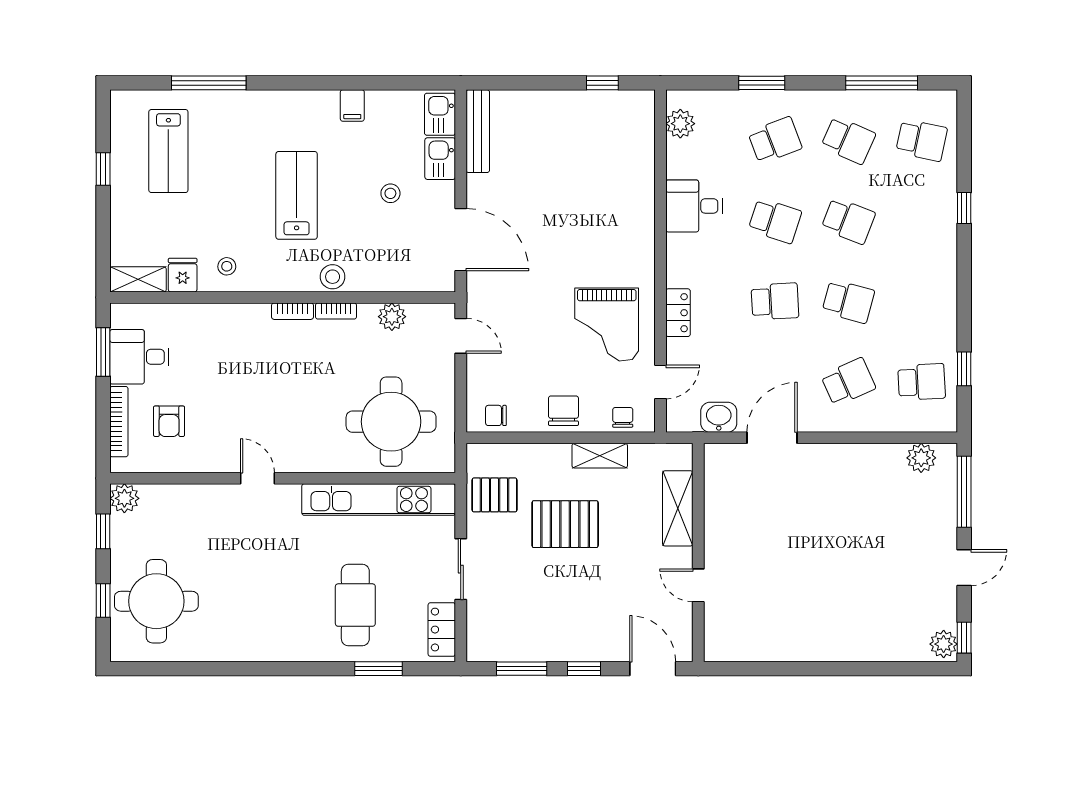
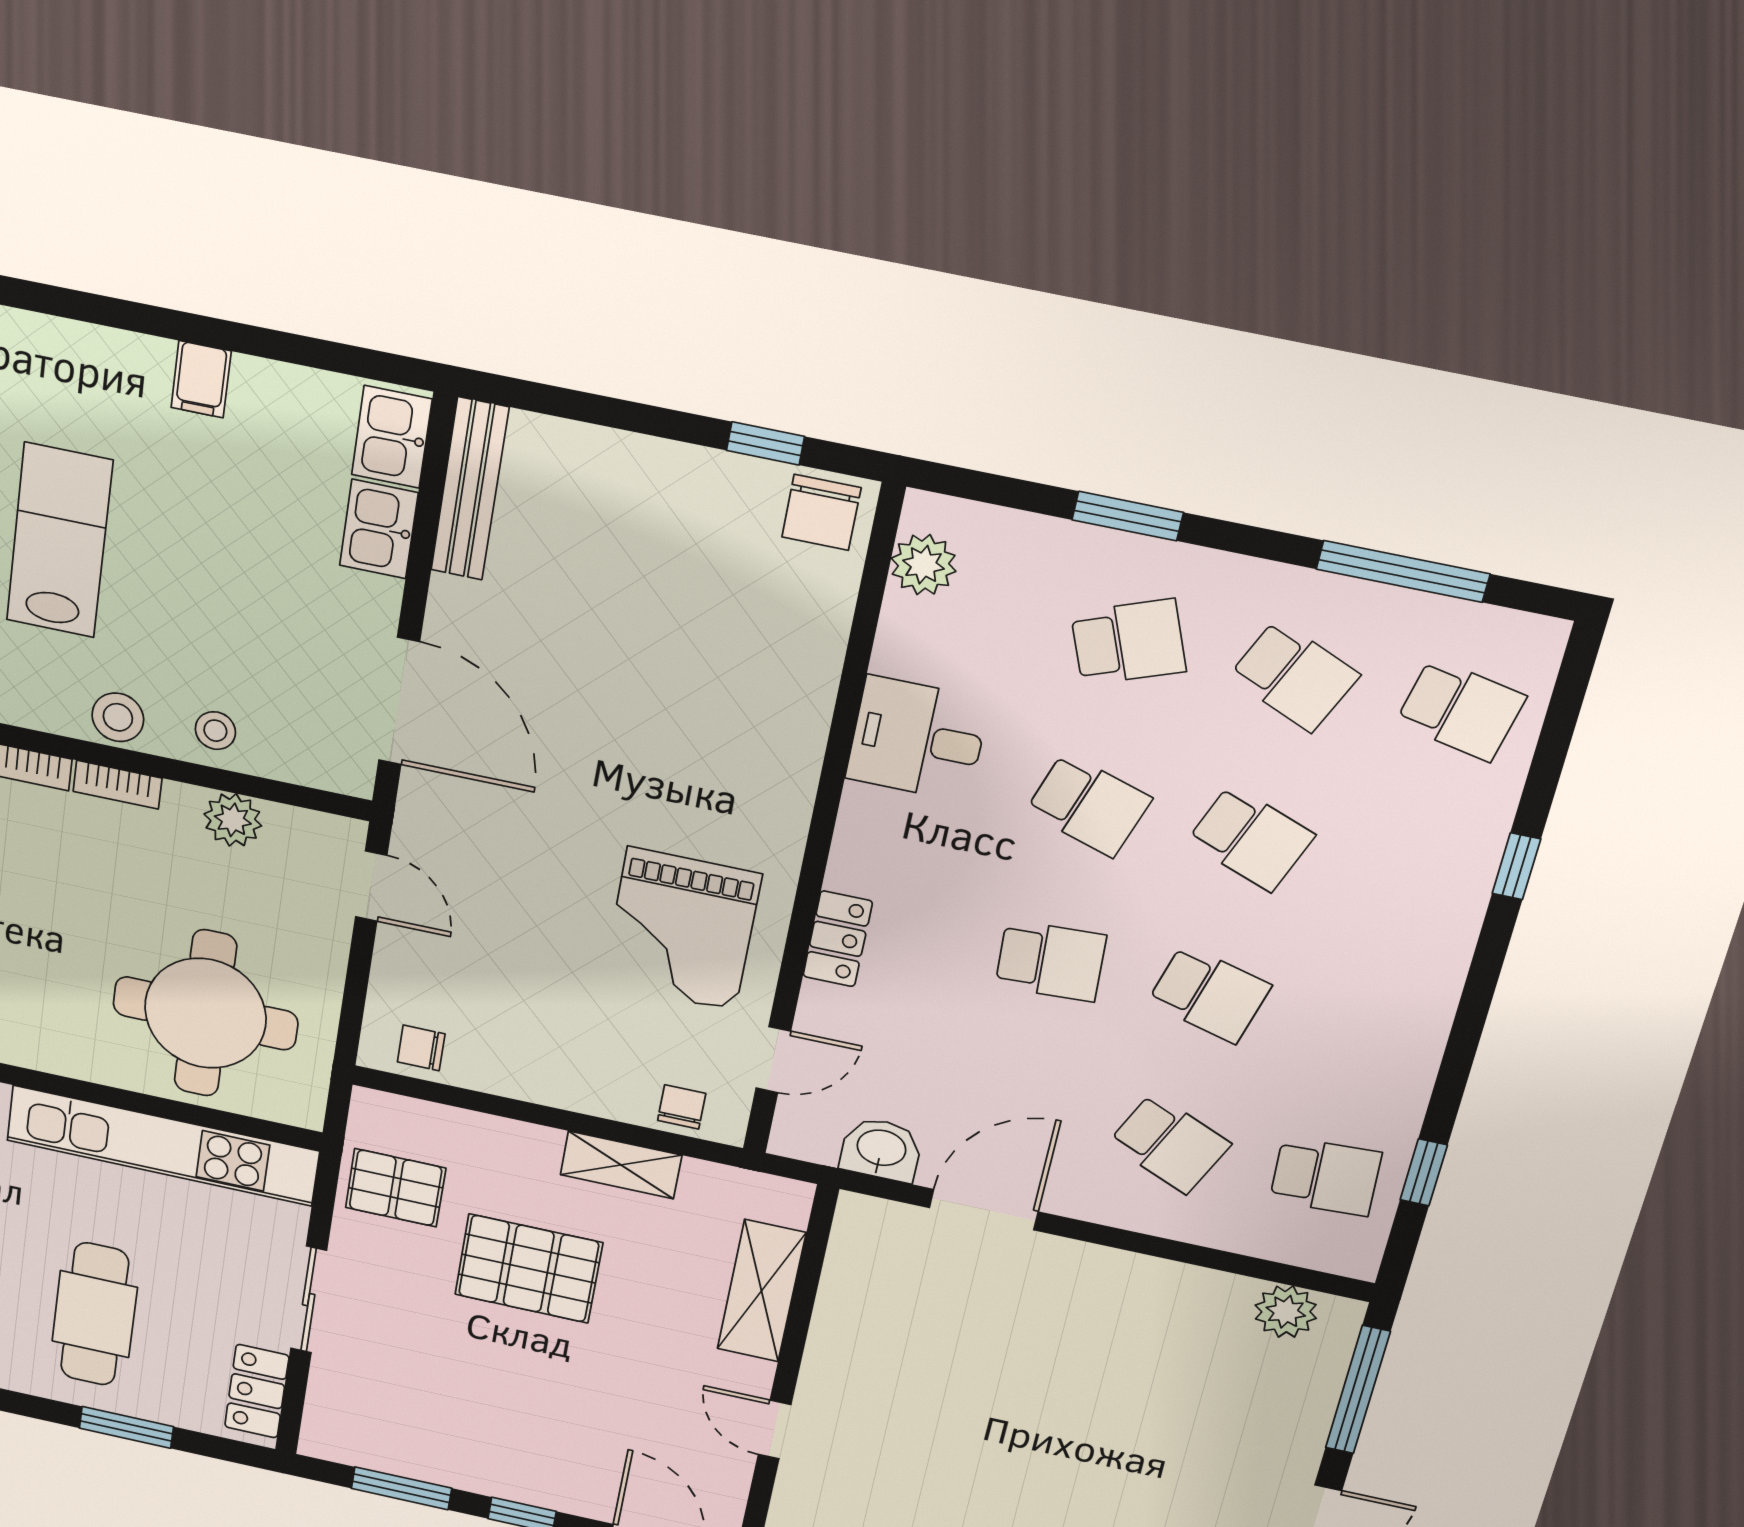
stool: (390, 193) -> (215, 731), moved
school desk: (848, 382) -> (1169, 1143), turned 48
chair: (563, 411) -> (821, 512), moved, turned 180

